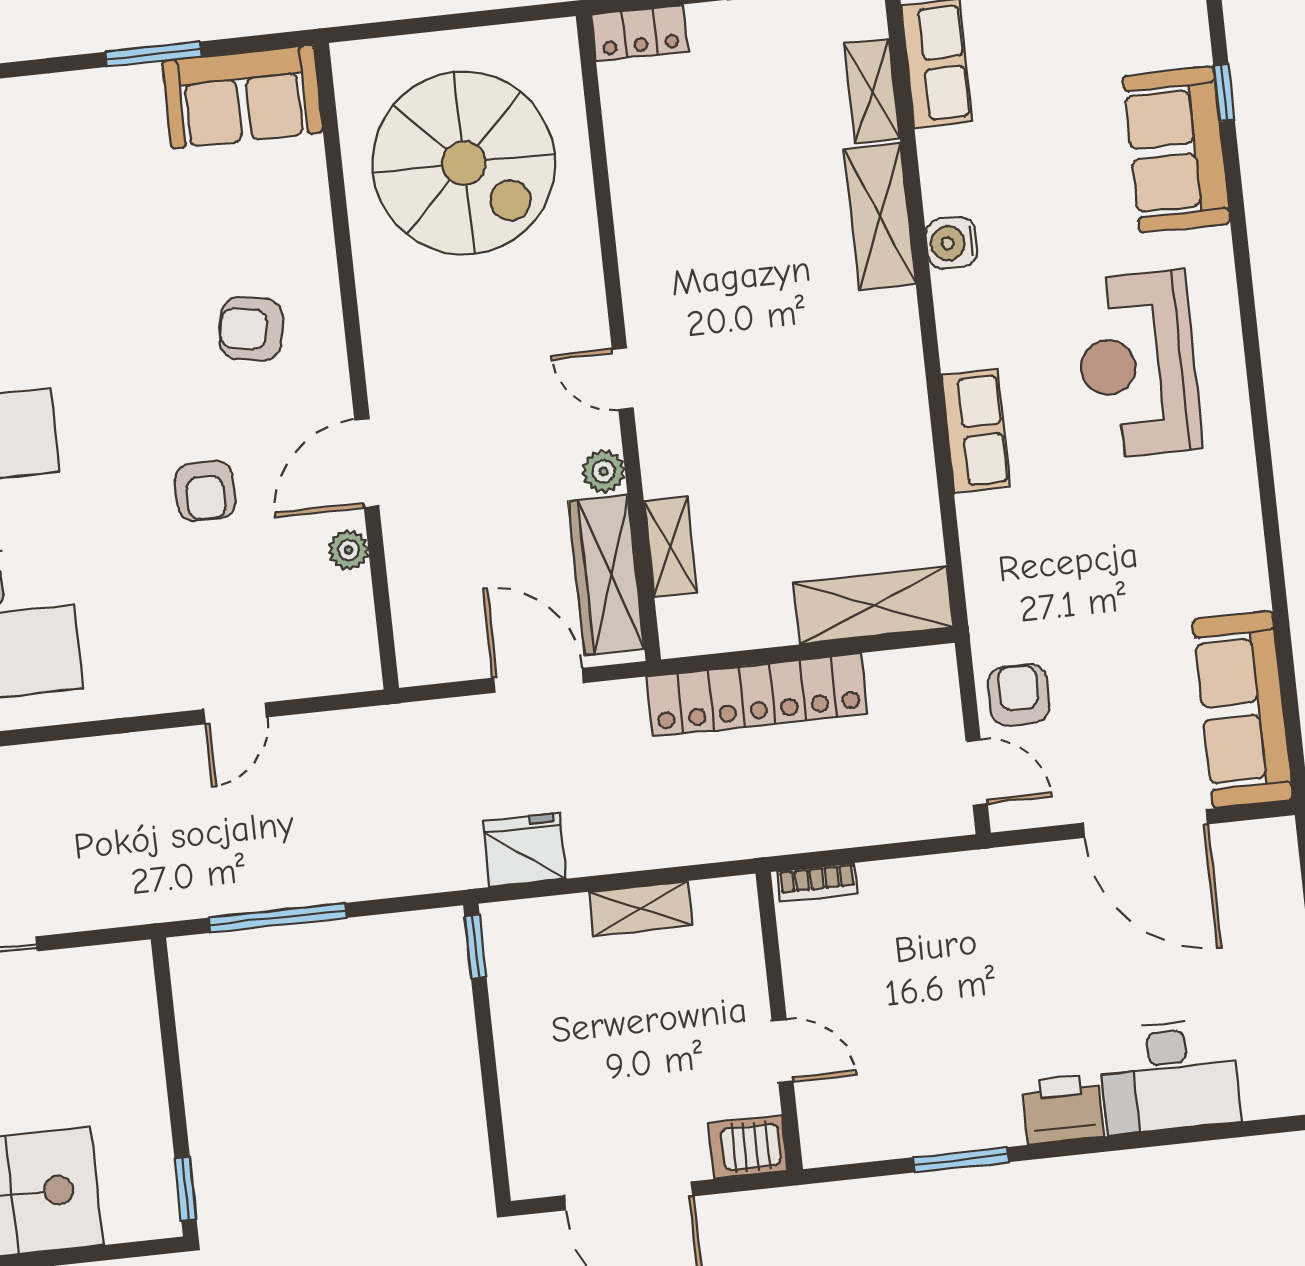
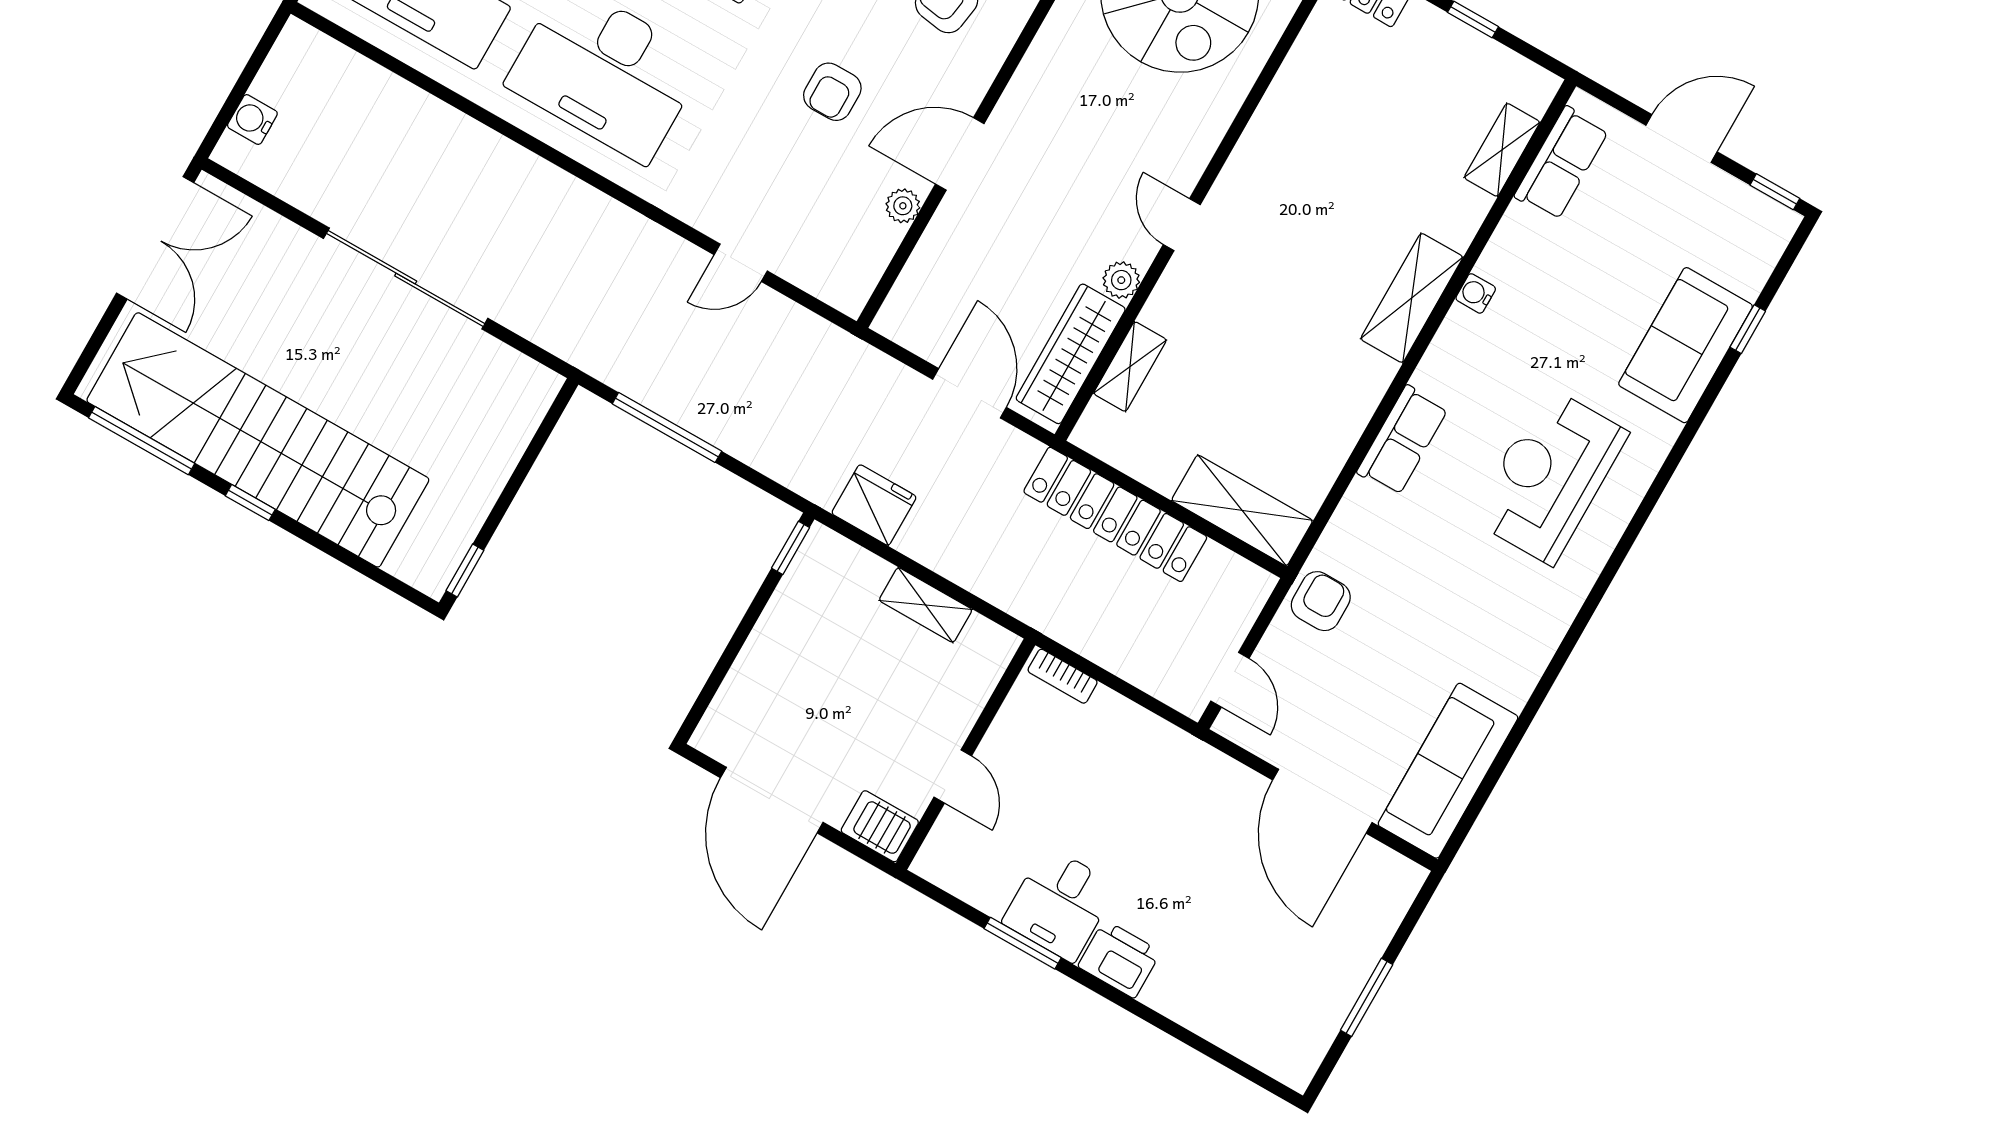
shelving: (880, 217) -> (1412, 298), moved
water cooler: (952, 243) -> (1476, 293), width x0.72, depth x0.72
armchair: (1019, 695) -> (1321, 601), moved
desk: (1169, 1076) -> (1060, 904), moved, width x0.73

